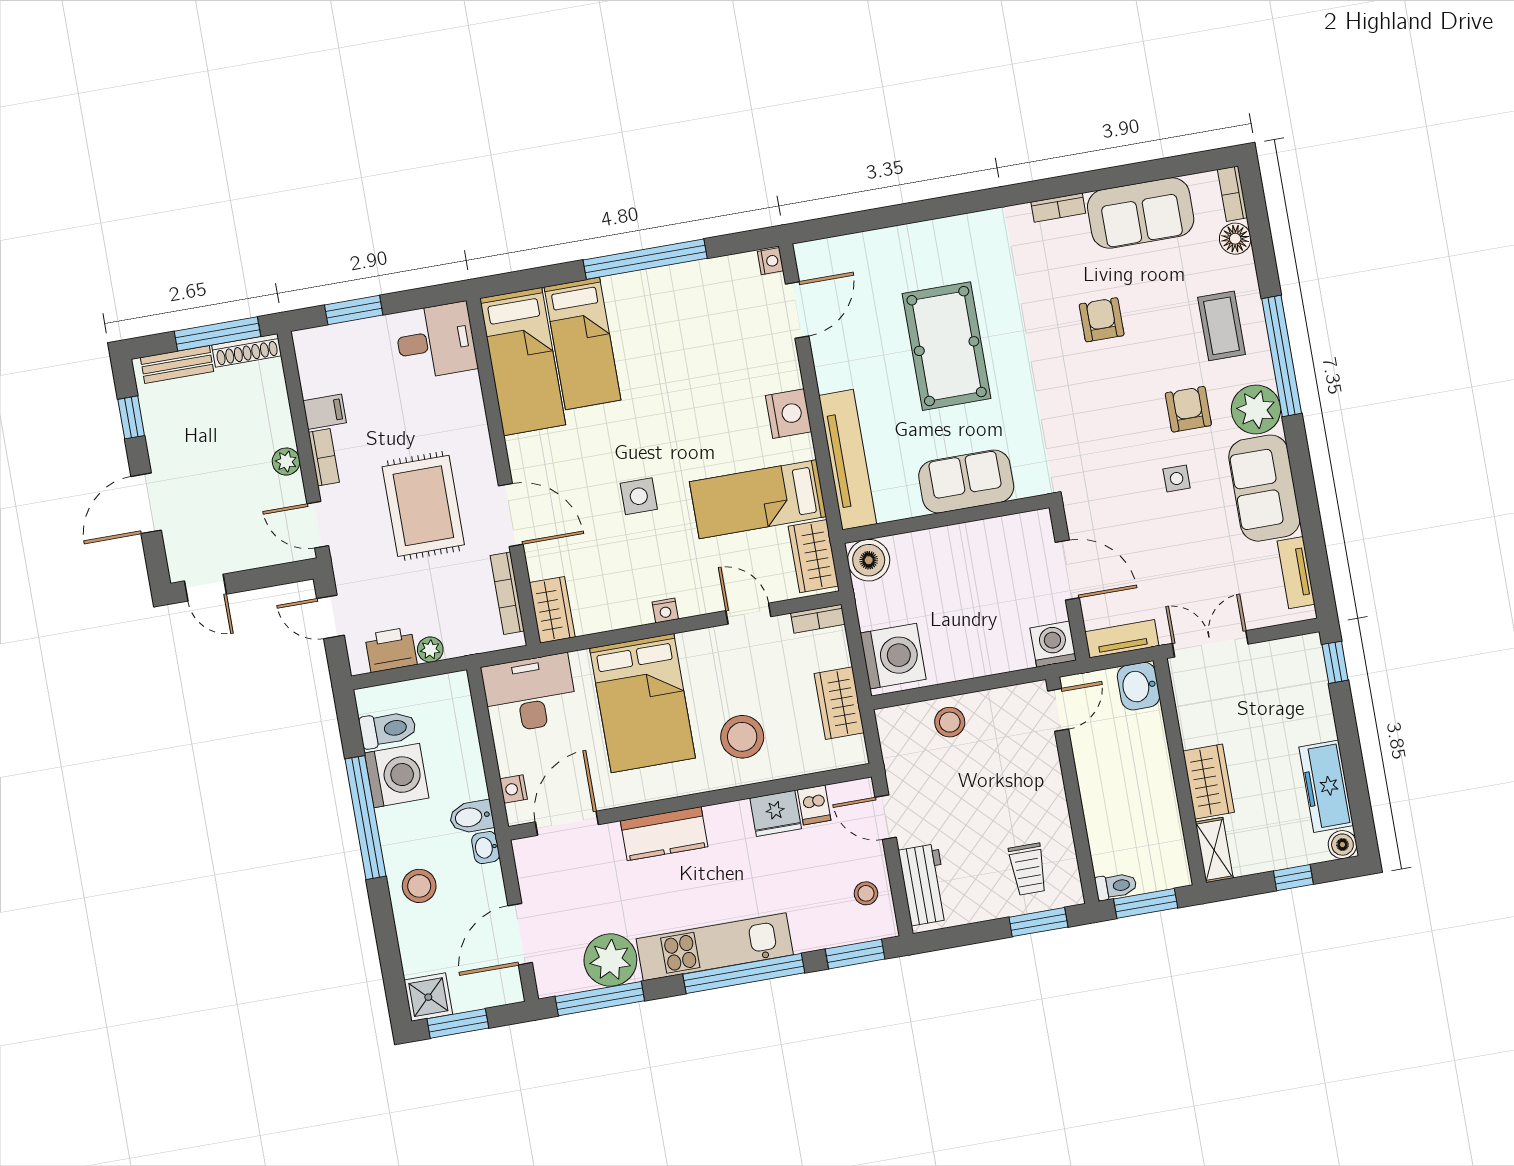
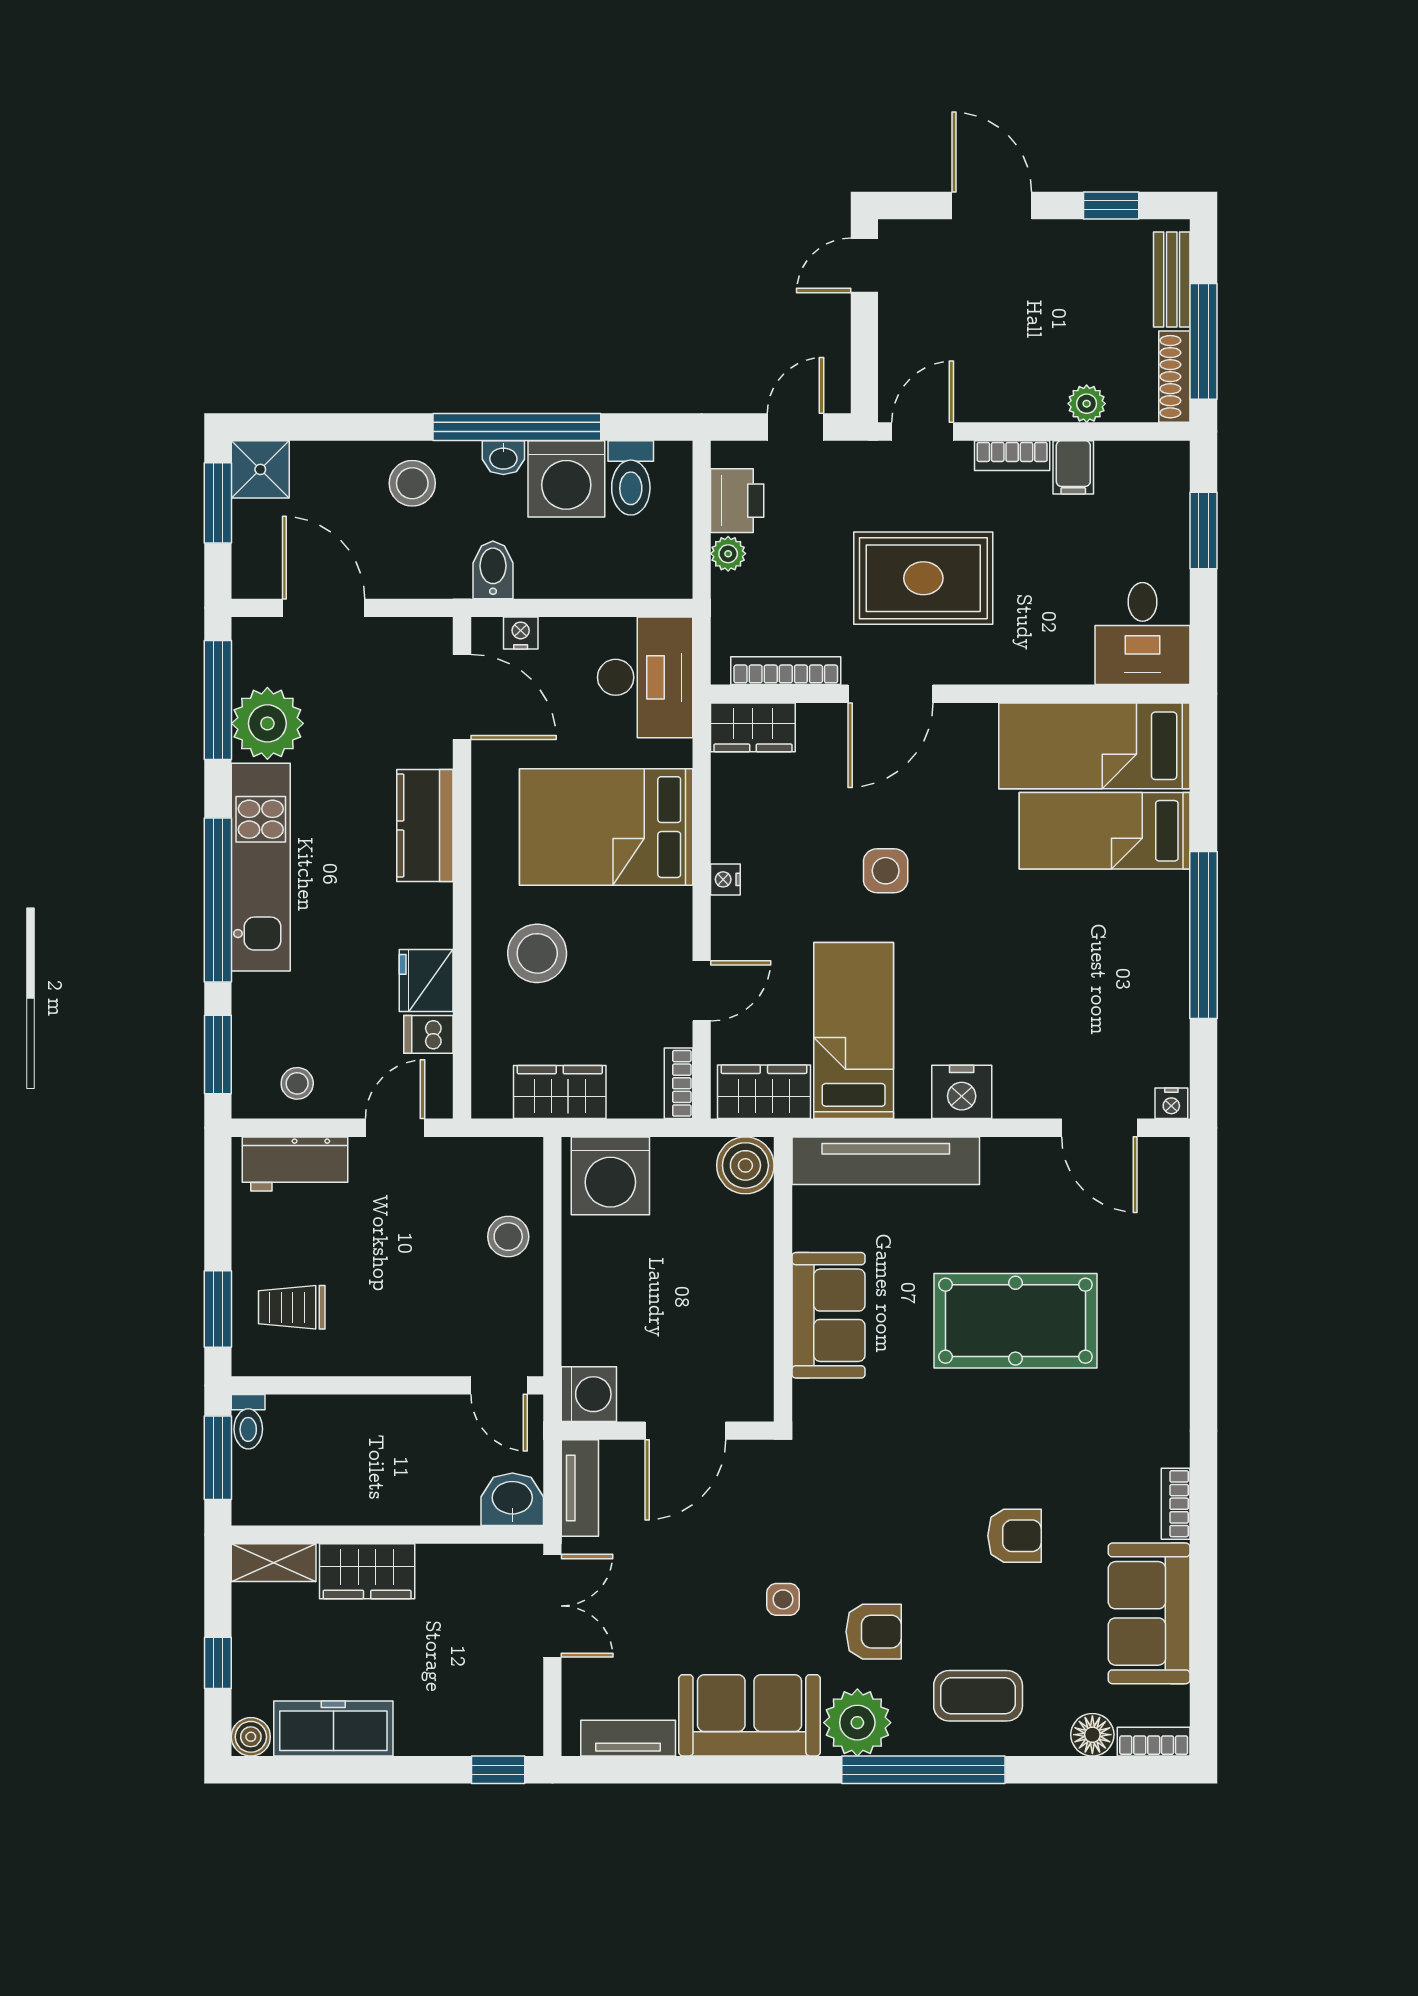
plant: (286, 462) -> (1087, 404), moved
washbasin: (486, 848) -> (503, 458), moved, turned 180

